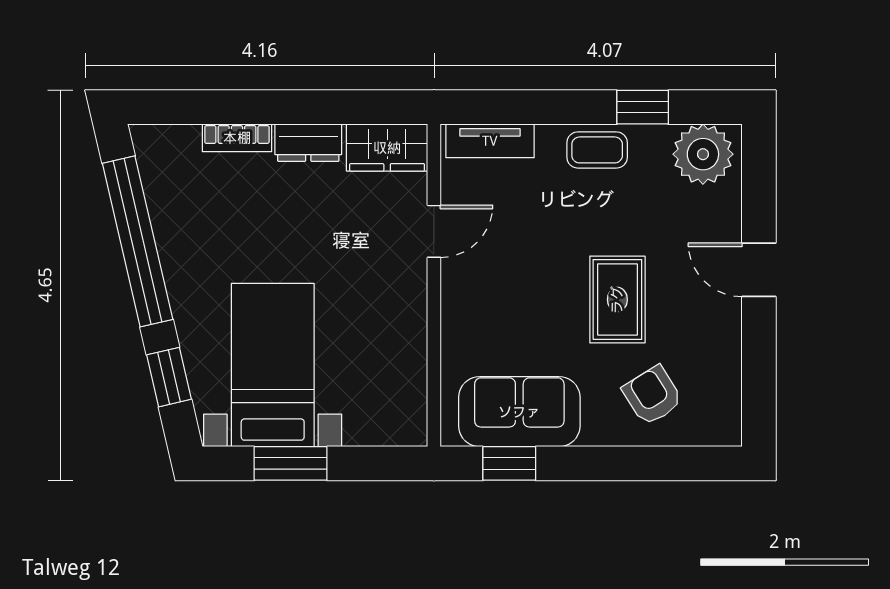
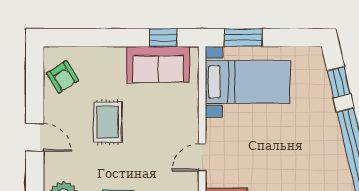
bed with nightstands: (273, 365) -> (248, 82), moved, turned -90
armchair: (652, 395) -> (63, 77), moved
window: (291, 463) -> (243, 38), moved

